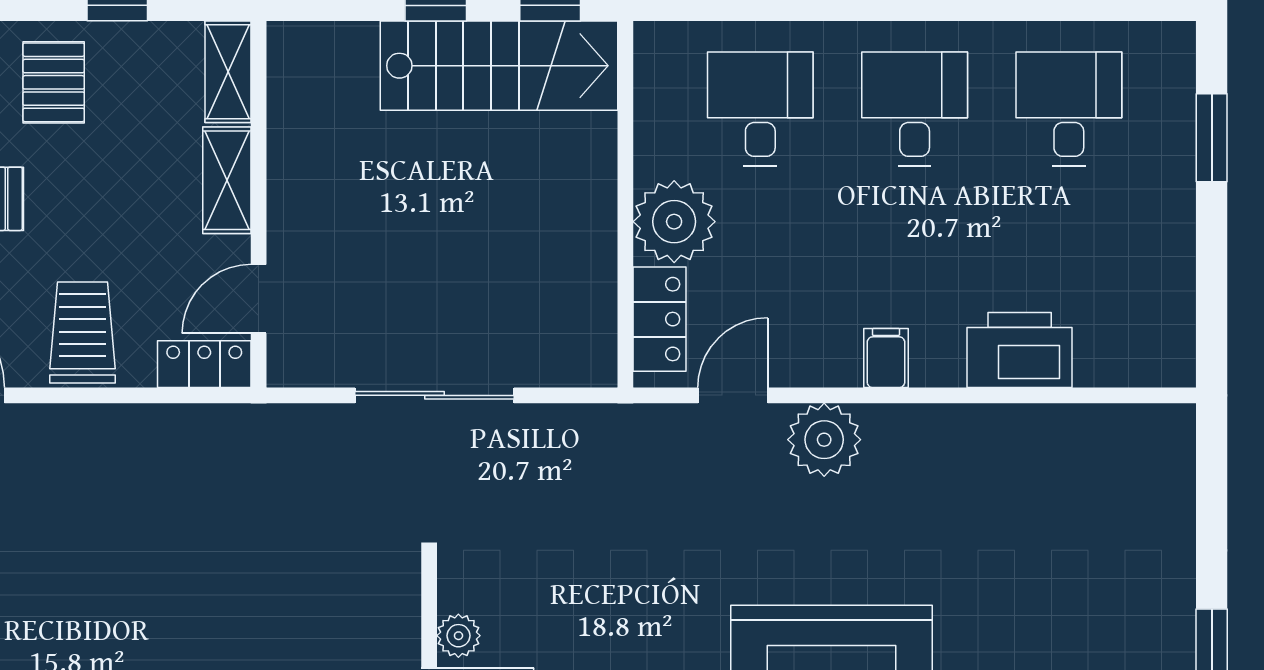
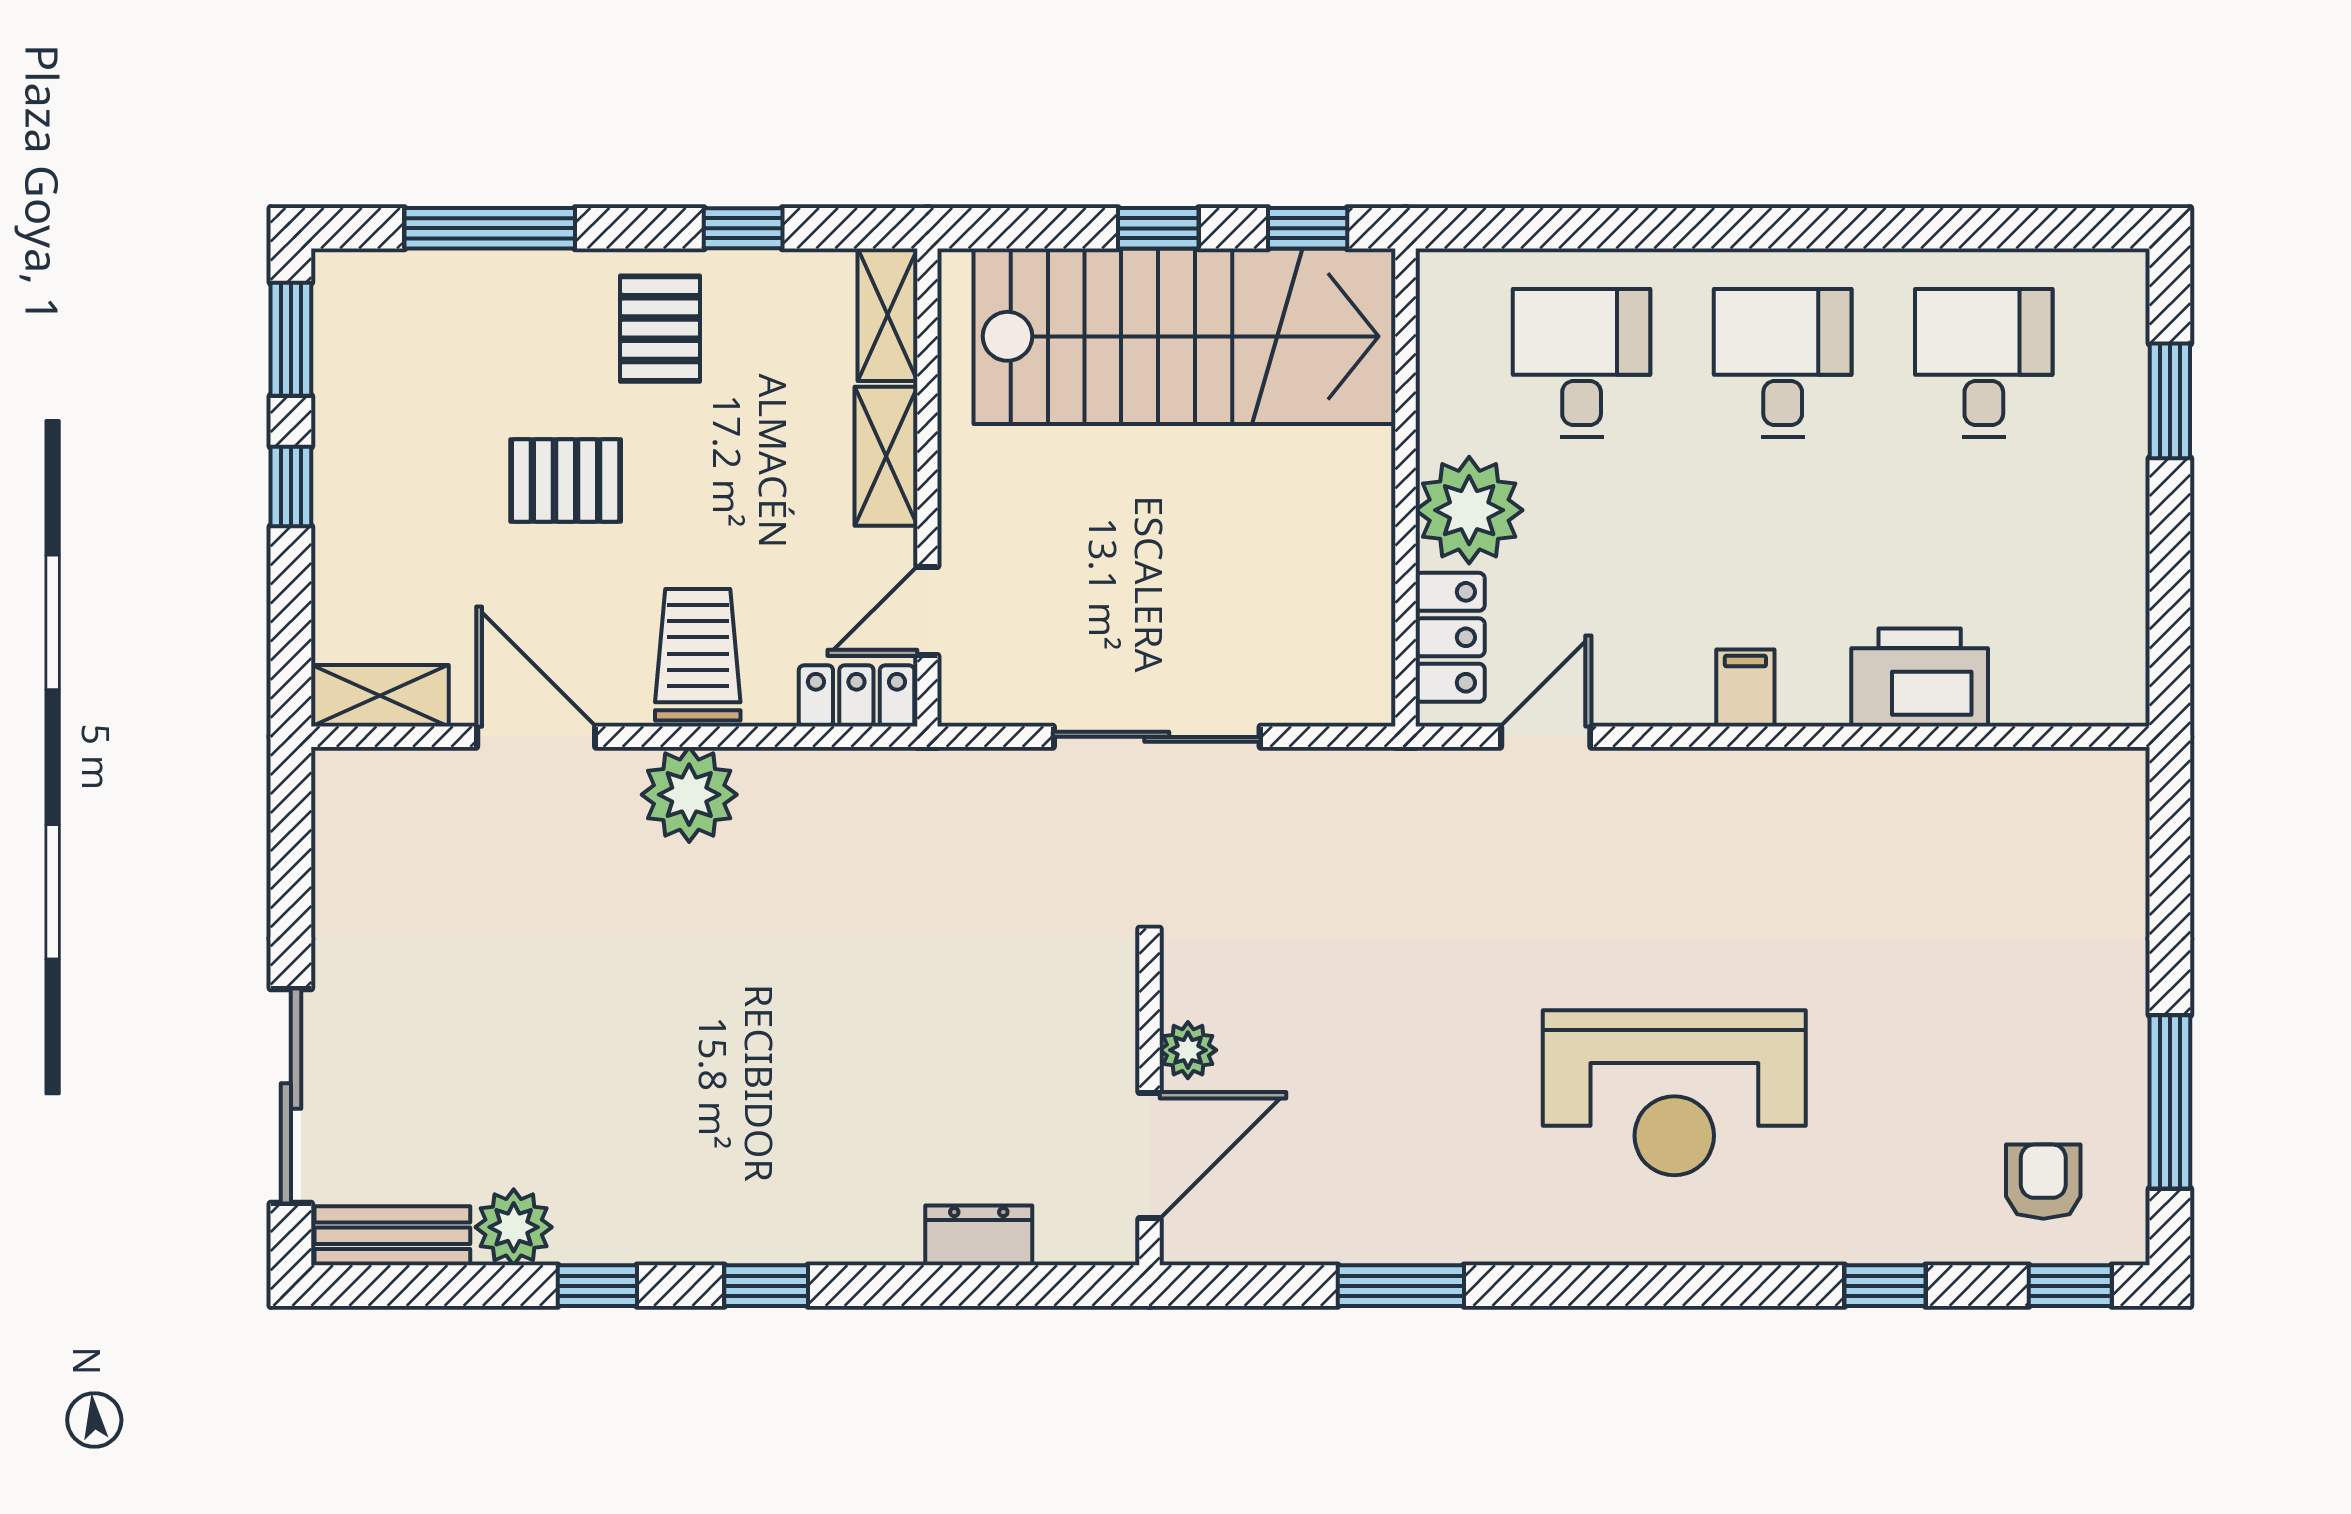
stairs: (499, 66) -> (1185, 336), width x1.36, depth x1.51
plant: (824, 440) -> (689, 795), moved

